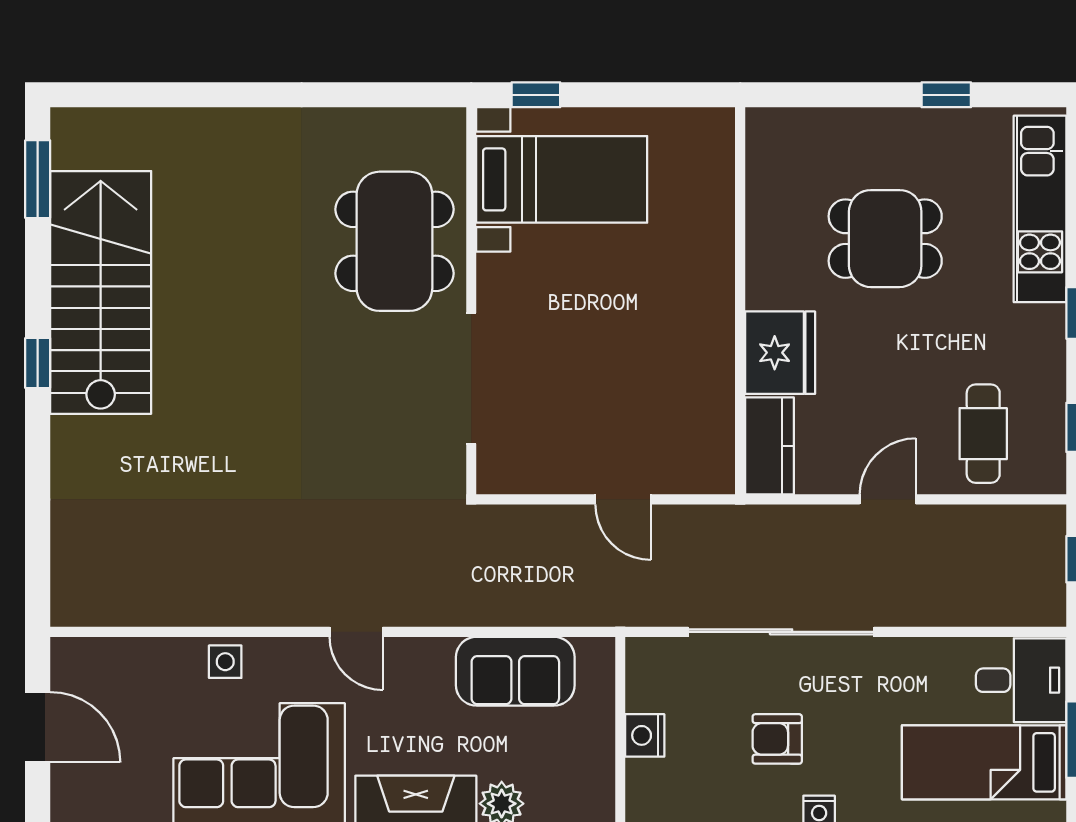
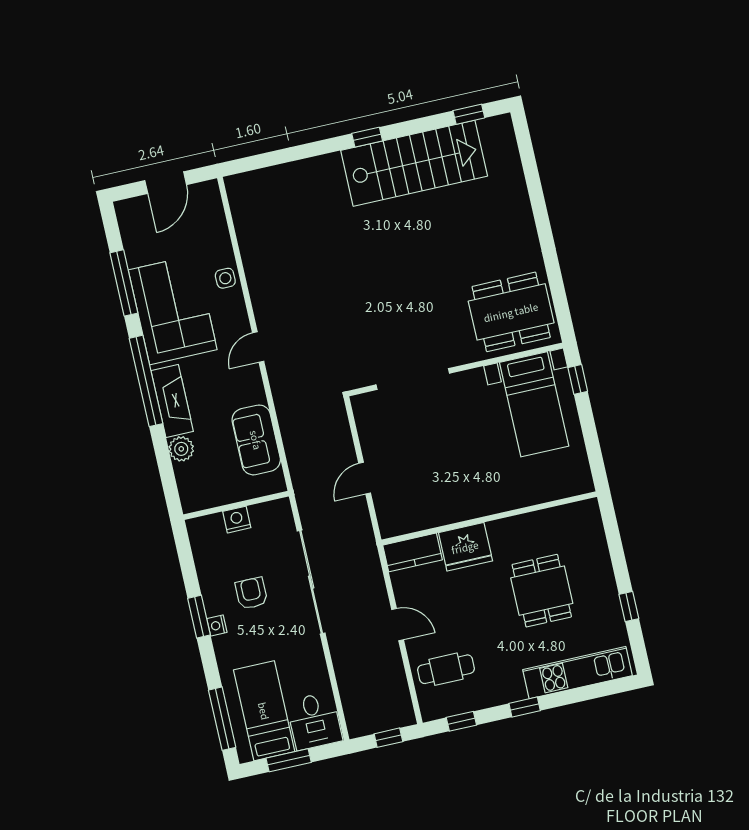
window: (38, 179) -> (469, 114), width x0.67
dining table: (394, 241) -> (511, 312), moved

